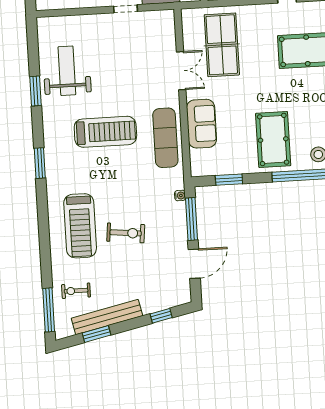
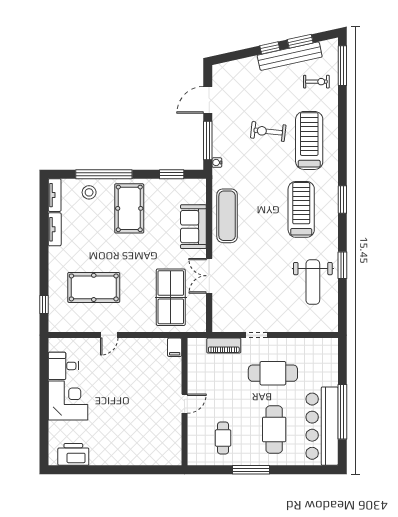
treadmill: (105, 132) -> (301, 209), moved, turned 90
window: (161, 316) -> (270, 48), moved

